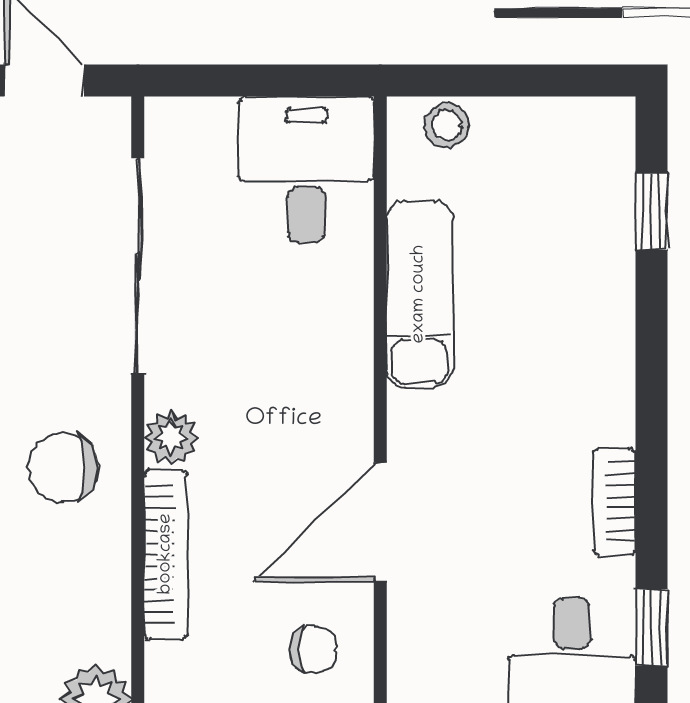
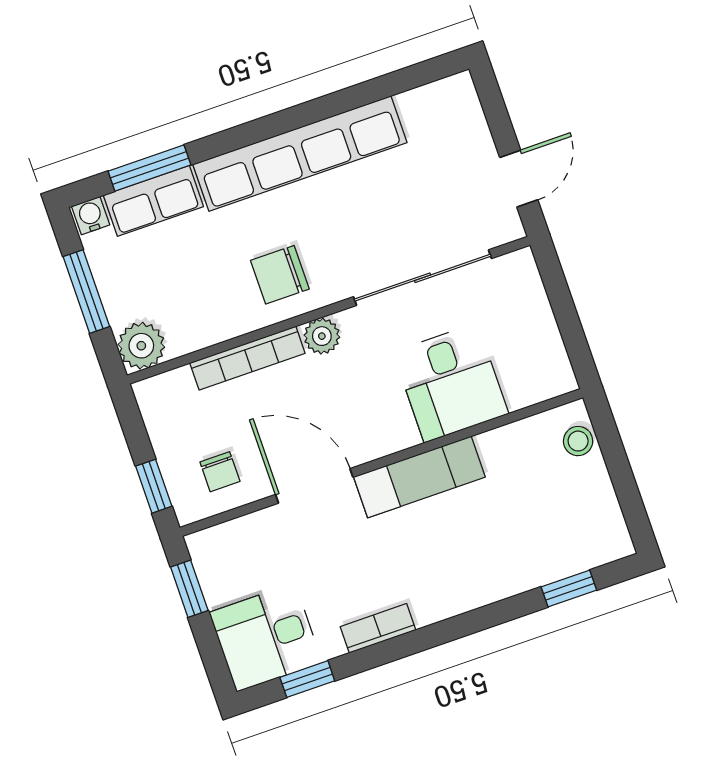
desk: (306, 169) -> (451, 383), moved, turned 90
exam couch: (419, 294) -> (419, 477), moved
chair: (63, 467) -> (280, 275), turned -90

